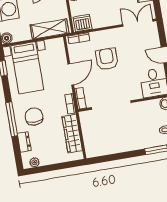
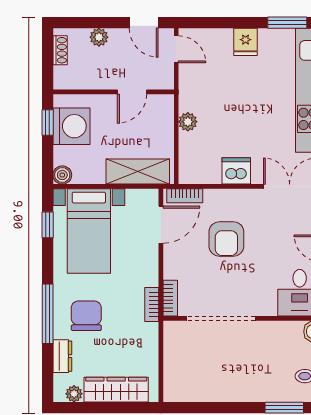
dishwasher: (82, 23) -> (236, 171), moved
armchair: (107, 59) -> (226, 239), turned 180
door: (71, 74) -> (161, 225), moved
wardrobe: (72, 134) -> (116, 390), moved, turned 90

